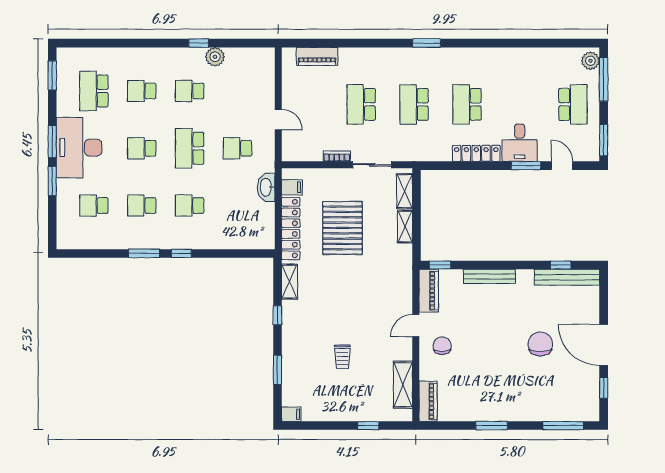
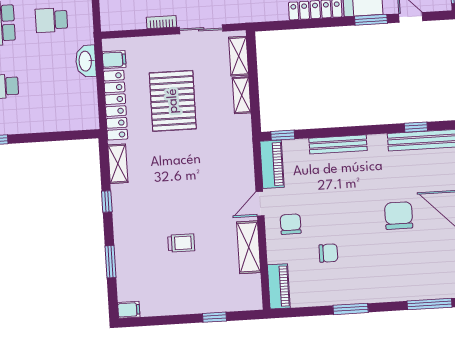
trolley: (342, 357) -> (181, 243), turned -90
chair: (475, 374) -> (328, 253), added
shelving: (403, 385) -> (249, 247), moved

